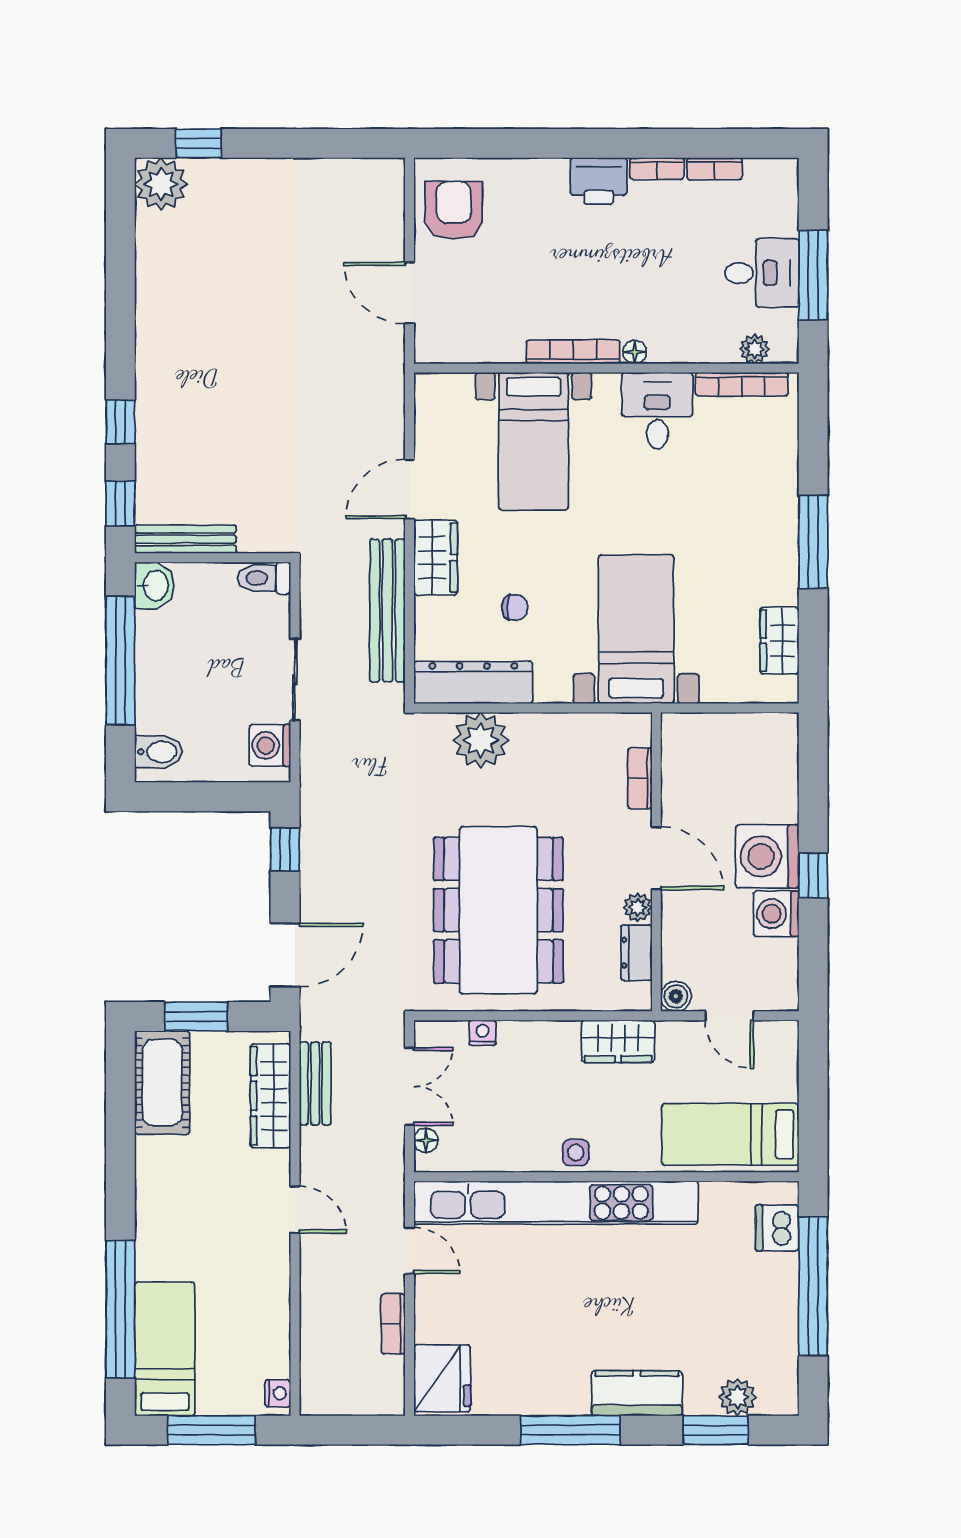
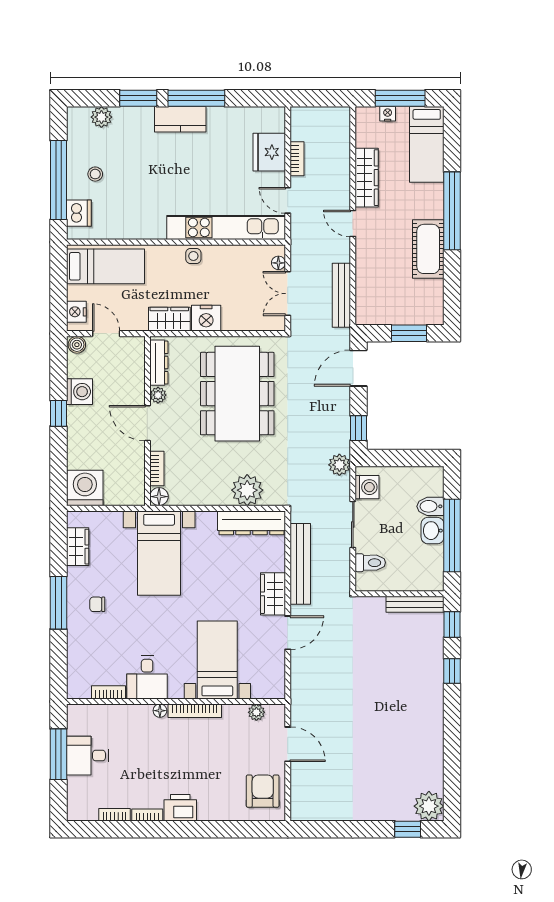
armchair: (454, 210) -> (263, 791), turned 180
plant: (754, 349) -> (256, 712), moved
bookcase: (742, 384) -> (108, 692), width x0.64
toilet: (264, 578) -> (370, 563), moved
washbasin: (155, 585) -> (433, 531), moved
chair: (515, 607) -> (97, 604), moved
floor lamp: (636, 729) -> (159, 497), added
bidet: (158, 752) -> (430, 506), moved
plant: (319, 785) -> (339, 465), added
washing machine: (767, 856) -> (85, 488), moved, turned -90
dresser: (636, 953) -> (159, 363), width x1.44
boiler: (676, 996) -> (77, 345), moved
nightstand: (483, 1033) -> (206, 318), moved, width x1.89, depth x1.79
nightstand: (782, 1054) -> (76, 312), added
cot: (162, 1083) -> (428, 249), moved
bench: (315, 1083) -> (341, 295), width x1.36
wardrobe: (271, 1096) -> (367, 178), moved
kitchen unit: (556, 1203) -> (226, 227), width x0.73
stool: (749, 1297) -> (95, 174), added
window: (120, 1309) -> (452, 211), moved
fridge: (442, 1378) -> (269, 152), moved
nightstand: (278, 1393) -> (388, 114), moved, turned 90
kitchen counter: (637, 1393) -> (180, 119), moved
window: (715, 1430) -> (138, 98), moved

